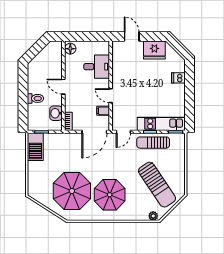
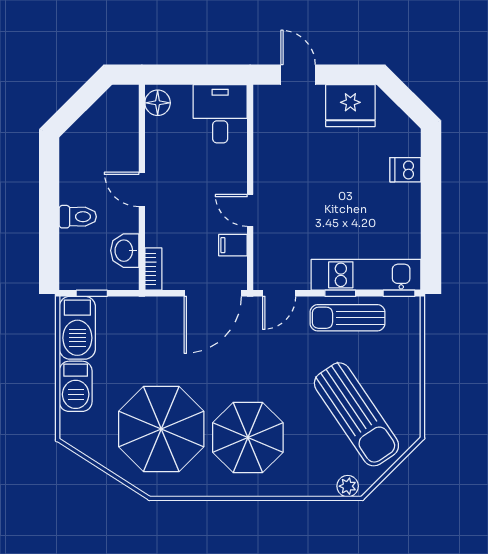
desk: (97, 67) -> (220, 114), moved, turned -90
barbecue: (35, 172) -> (76, 386), added

